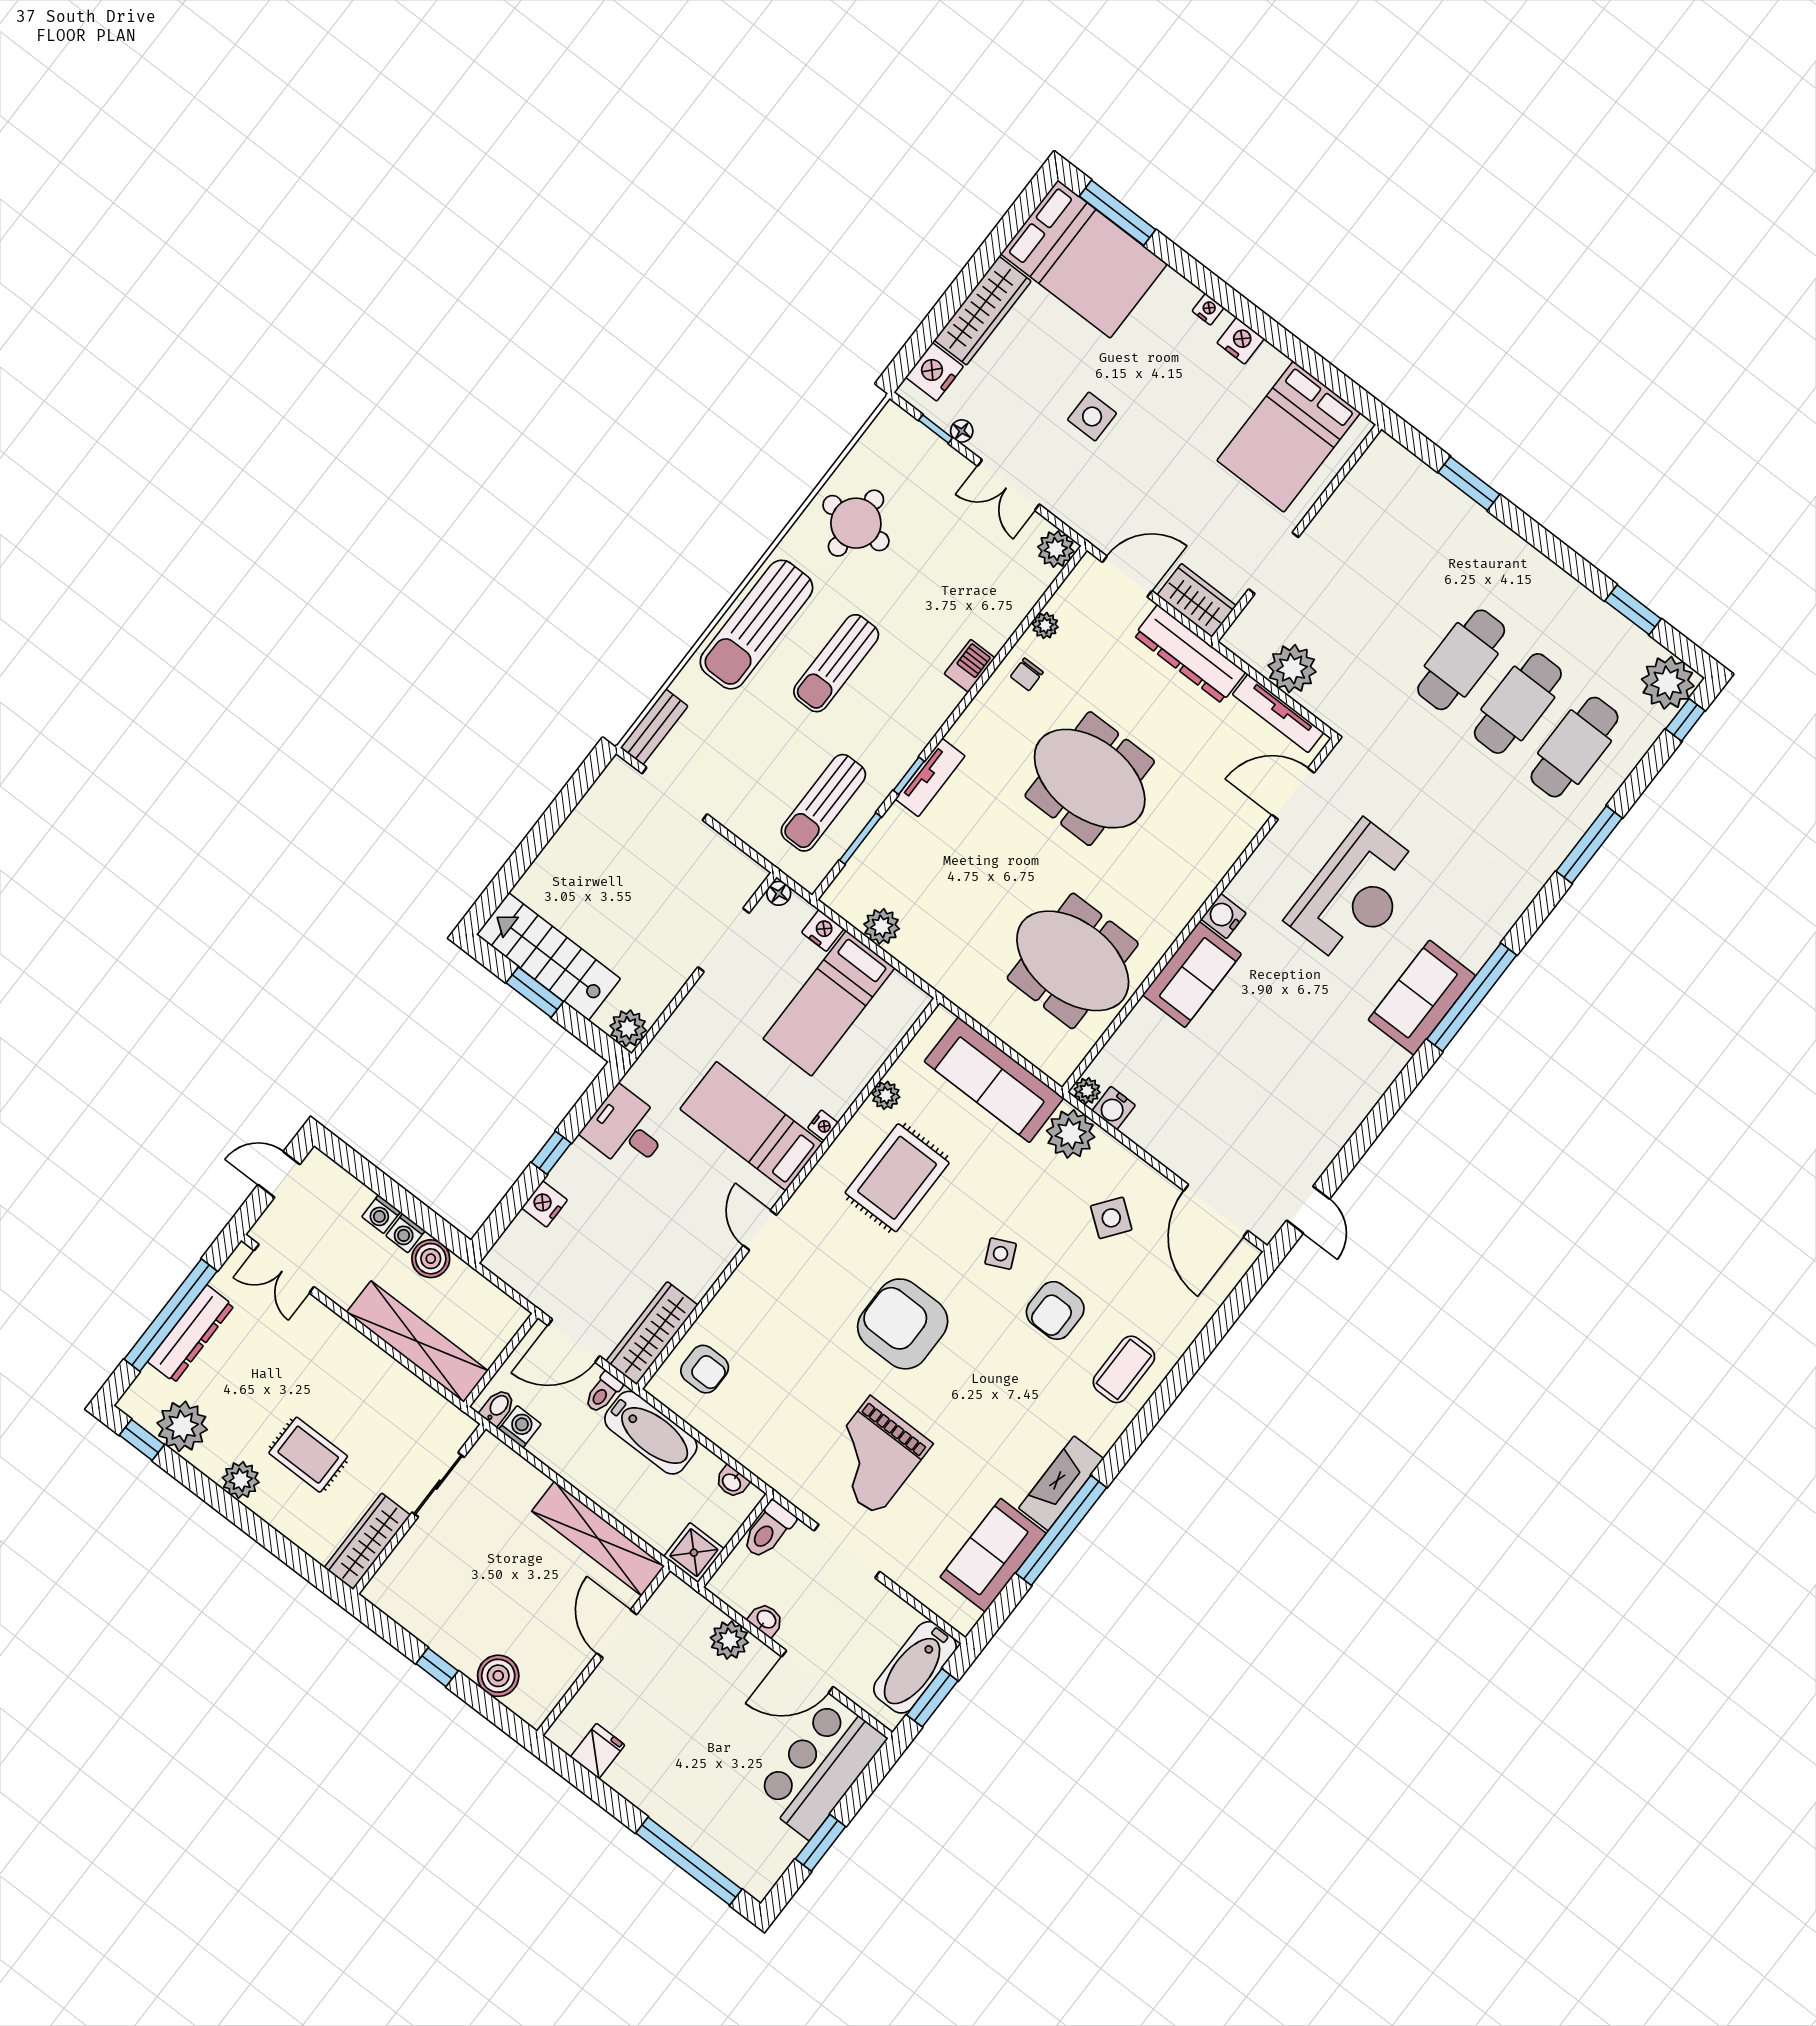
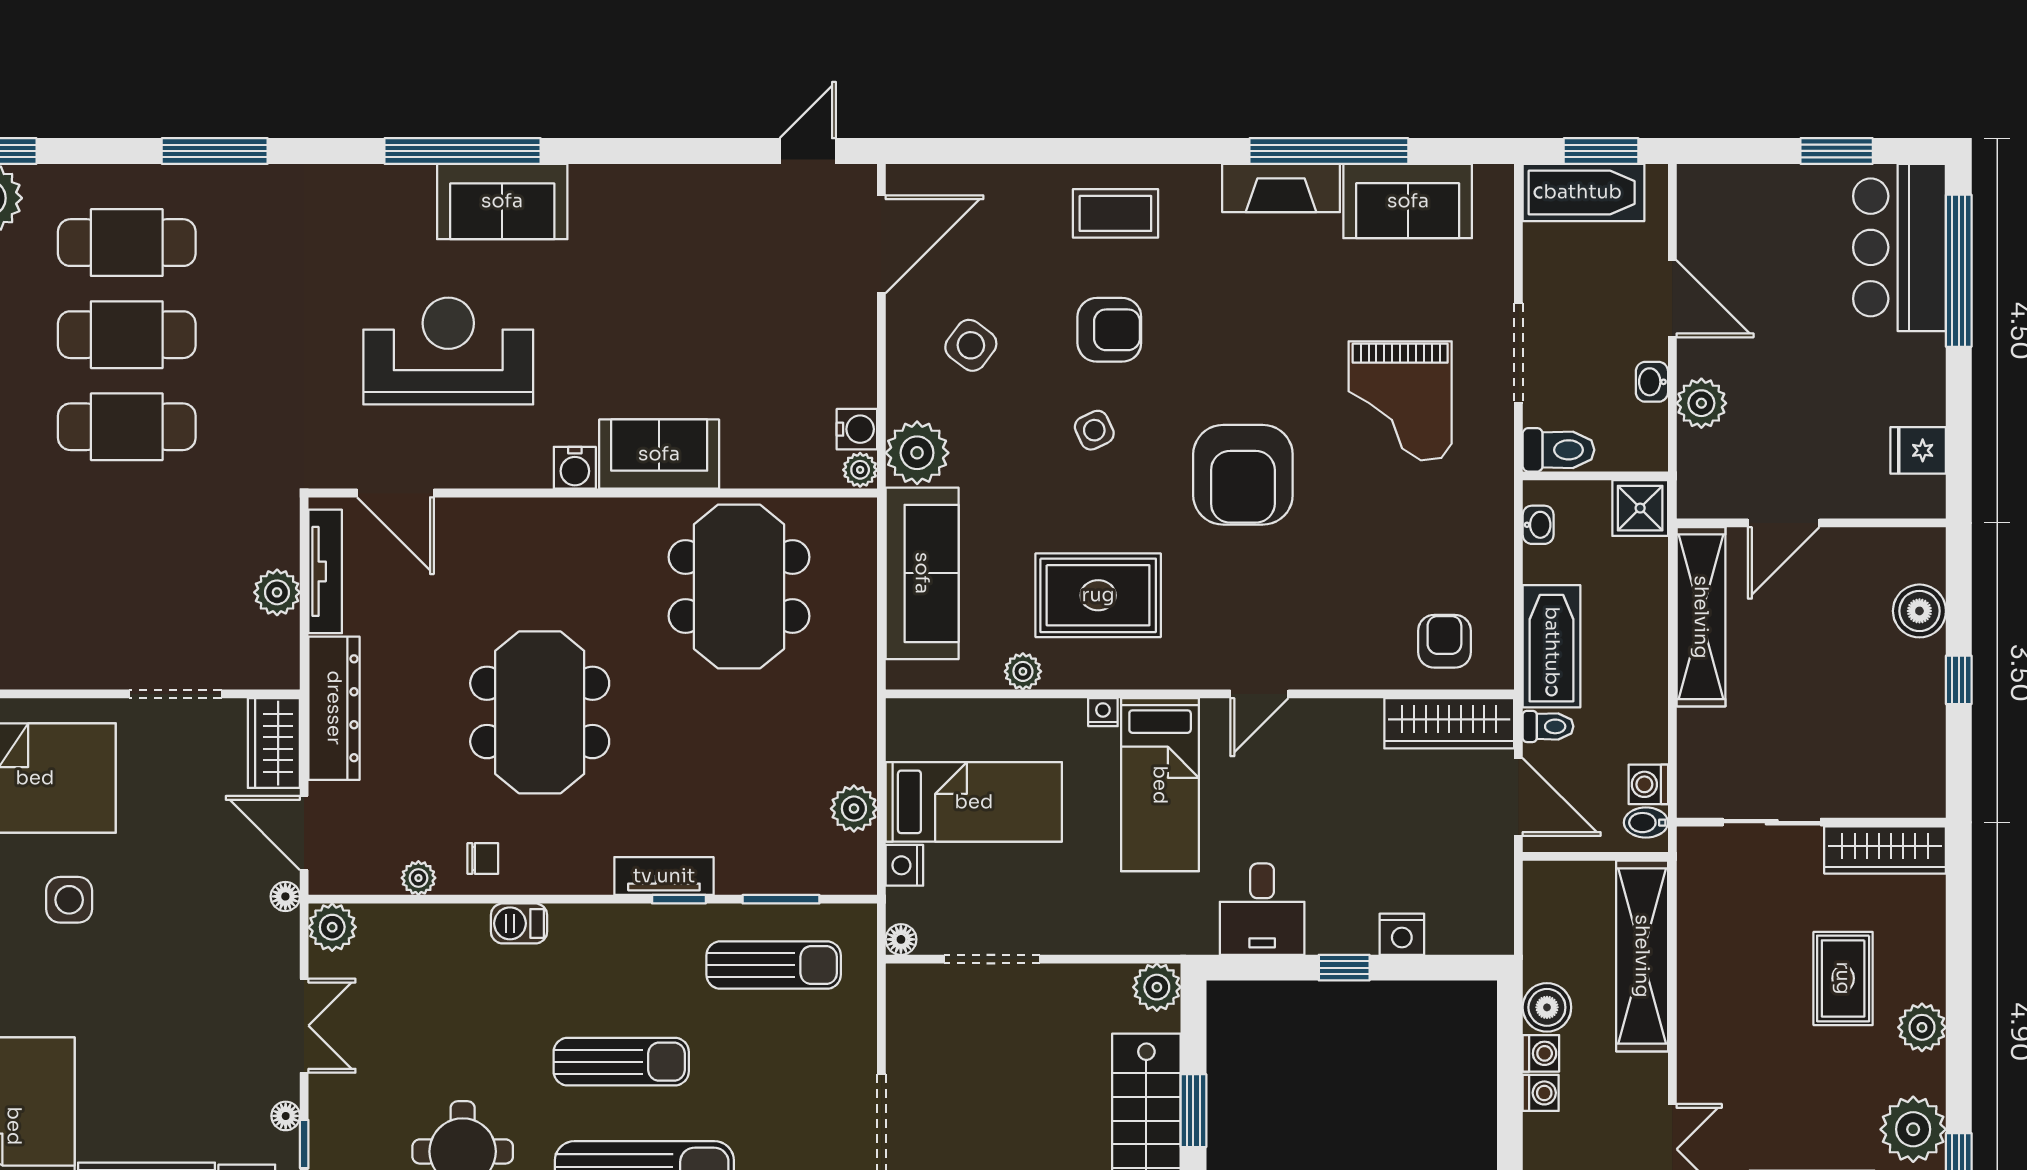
side table: (1092, 417) -> (69, 900), moved
floor lamp: (1097, 535) -> (285, 896), added
plant: (1292, 669) -> (277, 592), width x0.73, depth x0.73
grand piano: (874, 1456) -> (1400, 401), turned 90
bar counter: (820, 1768) -> (1899, 247), moved, turned 90

